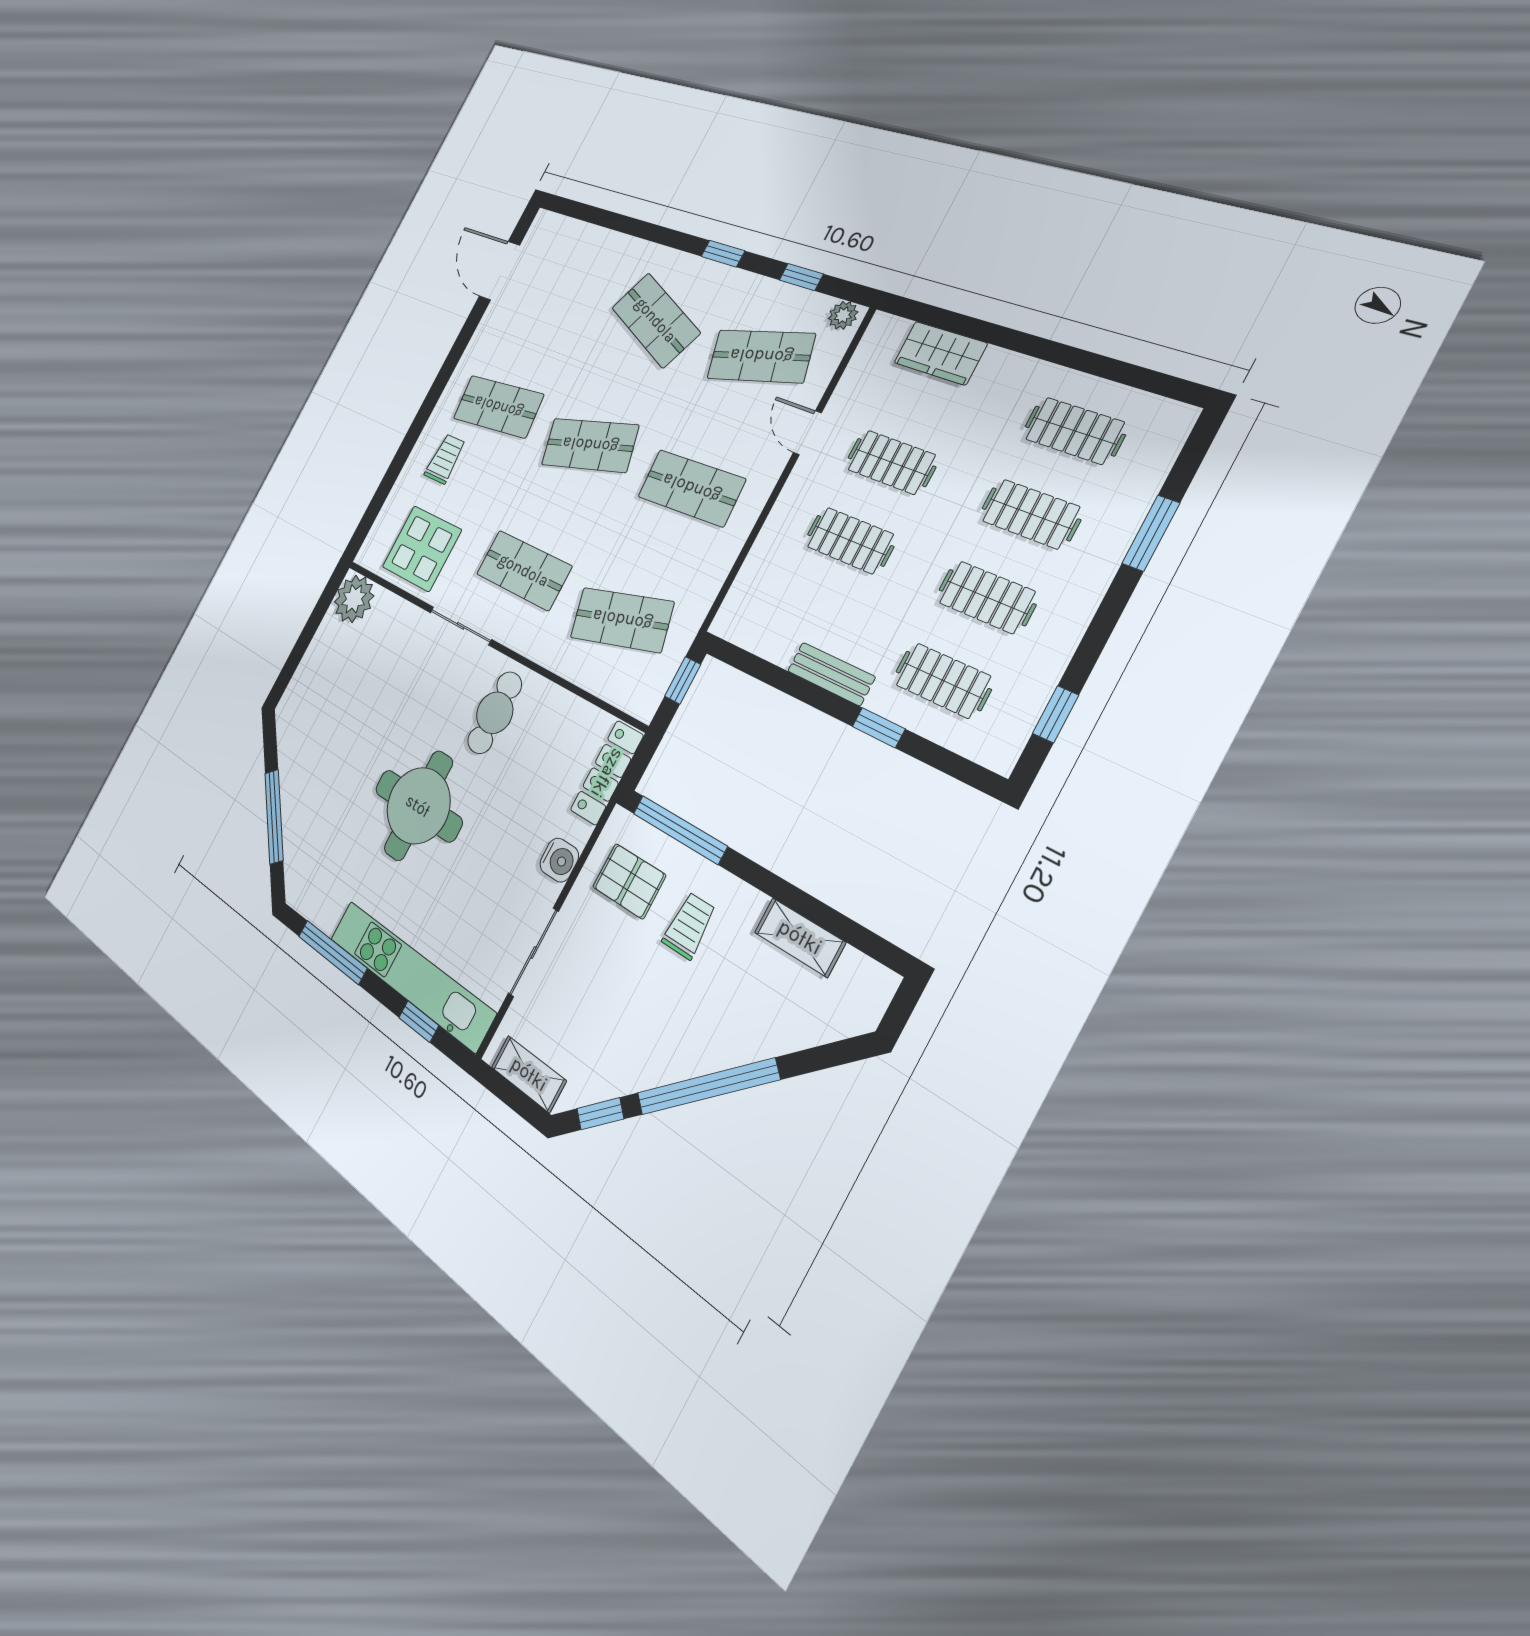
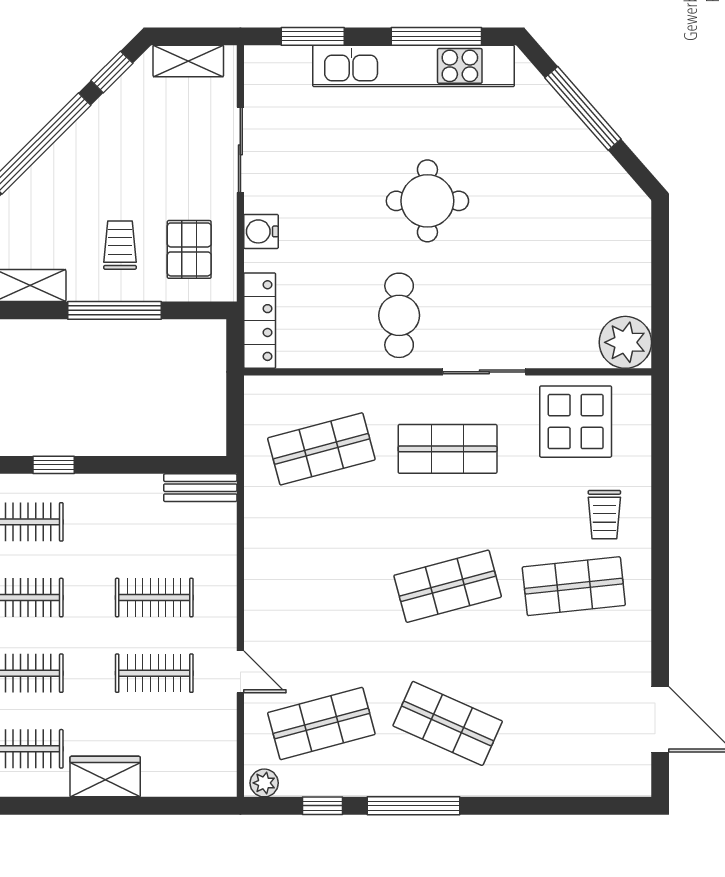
window: (723, 254) -> (414, 806), width x2.17
wardrobe: (940, 353) -> (105, 777), moved
shop shelf: (691, 488) -> (321, 586), removed
bench: (831, 674) -> (200, 488), moved
window: (683, 680) -> (235, 425), removed
round table: (418, 806) -> (427, 201), width x0.73, depth x0.73
window: (680, 830) -> (114, 310), moved
pallet: (629, 881) -> (189, 249), turned 90
trolley: (689, 926) -> (120, 245), turned 180
kitchen unit: (411, 975) -> (414, 66), moved
window: (419, 1021) -> (313, 36), width x1.50

